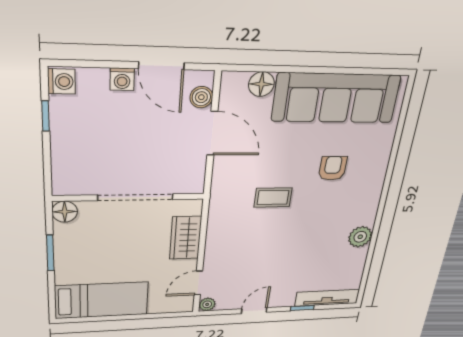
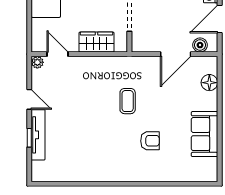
sofa: (336, 98) -> (204, 134), width x0.54, depth x0.79
plant: (360, 237) -> (93, 173), removed
tv unit: (327, 298) -> (38, 135), moved

